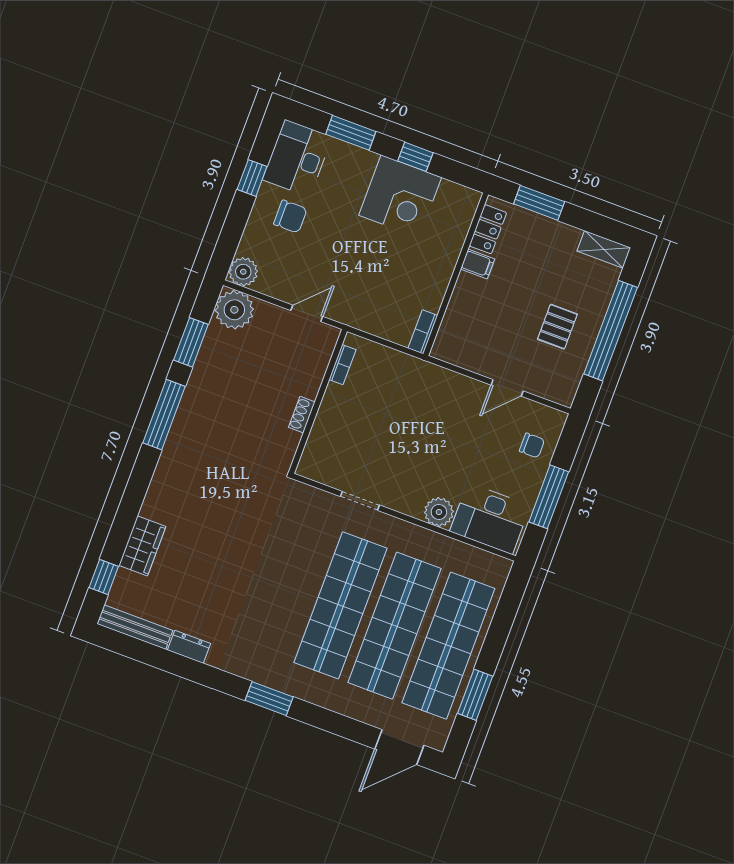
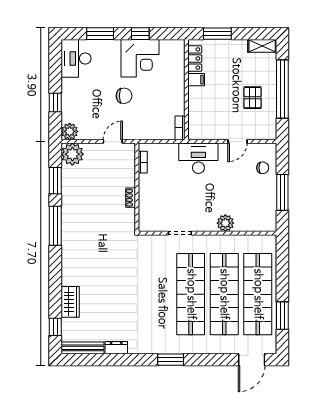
window: (252, 178) -> (55, 103), moved
chair: (290, 217) -> (124, 96), moved
desk: (490, 518) -> (198, 158), moved, turned 180

